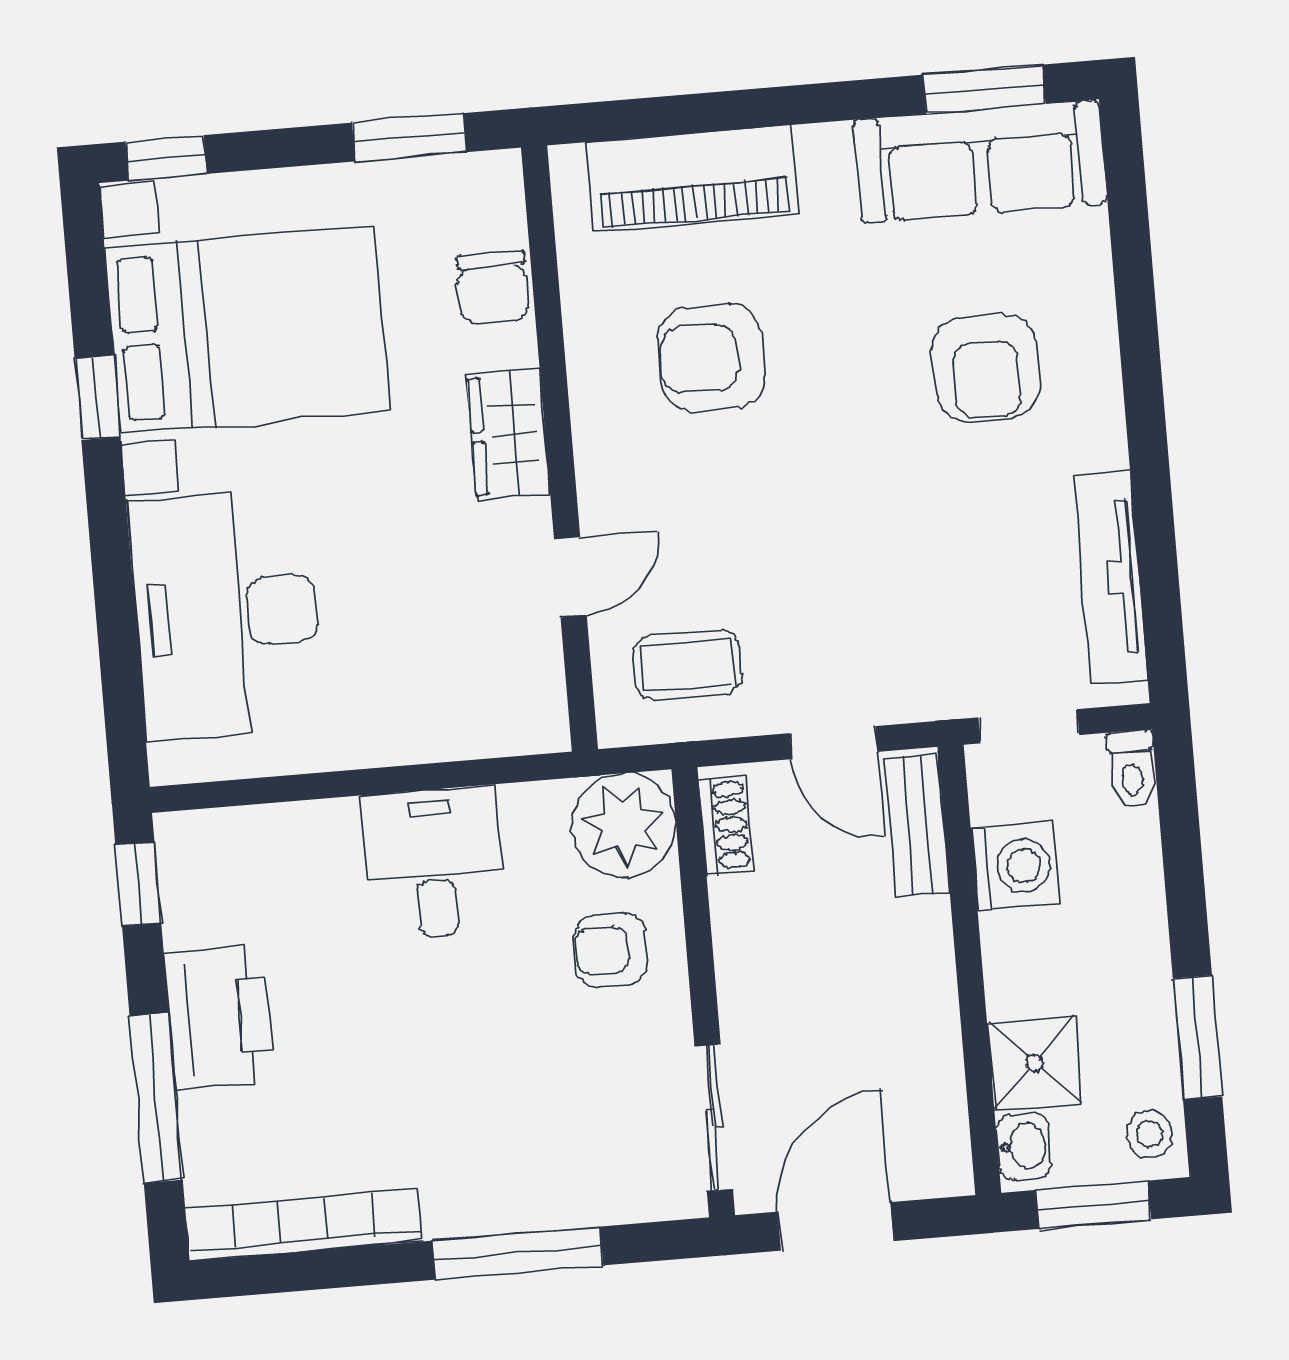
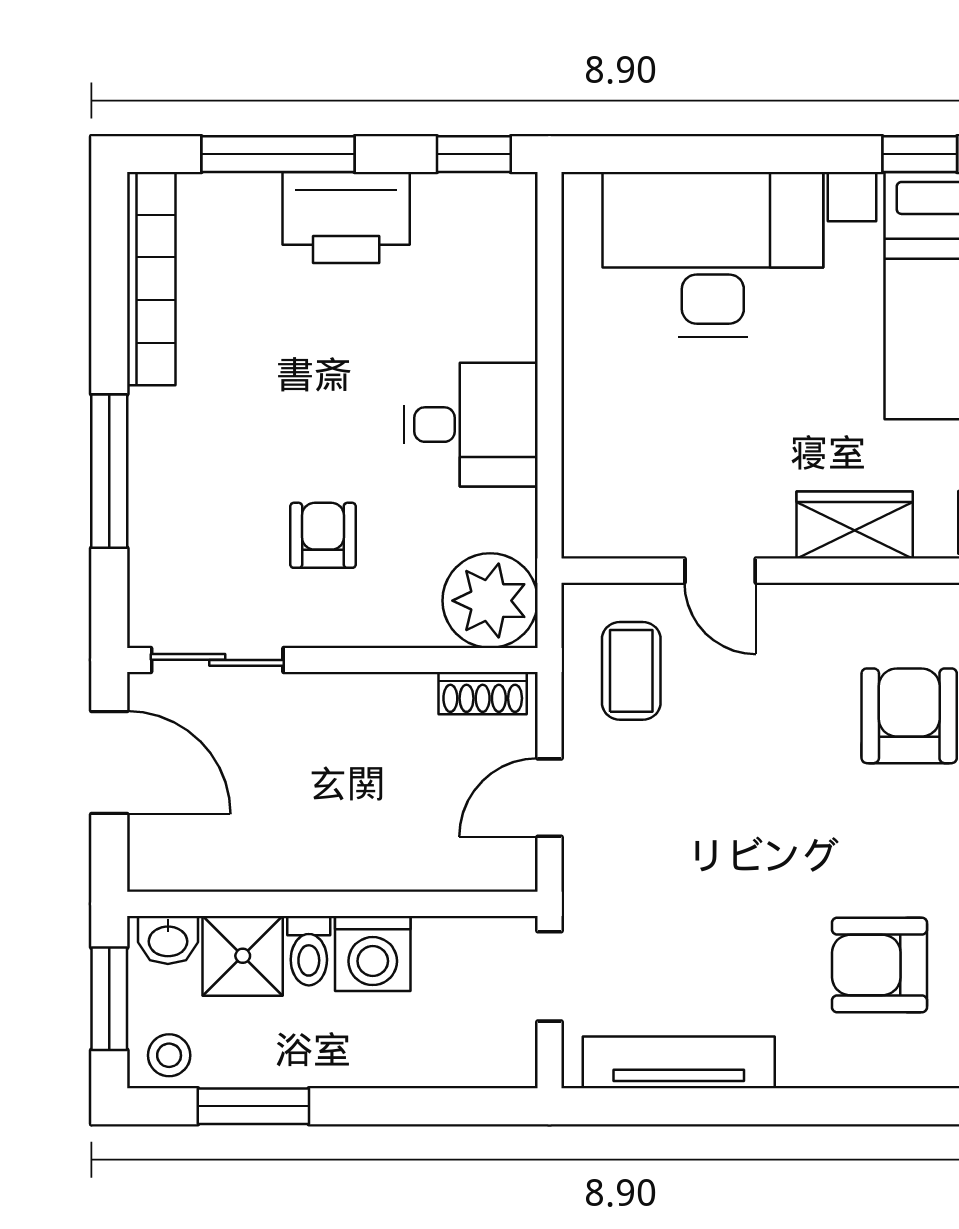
toilet: (1132, 769) -> (309, 951), moved, turned -90
bench: (917, 825) -> (468, 868), removed
washing machine: (1015, 866) -> (373, 953), moved
armchair: (611, 950) -> (323, 535), moved

